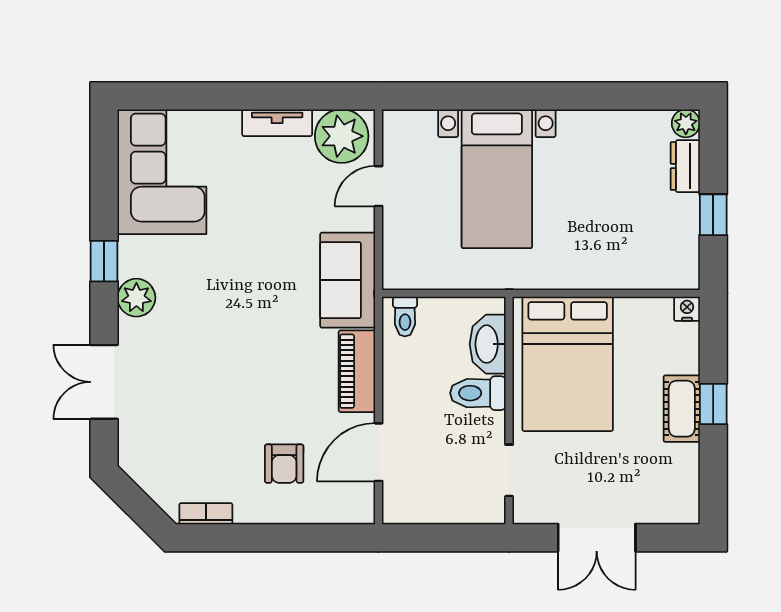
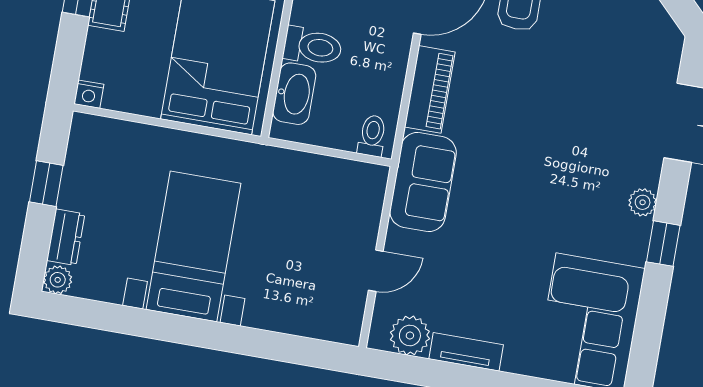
plant: (342, 136) -> (410, 335), width x0.73, depth x0.73
bed with nightstands: (497, 179) -> (193, 246), moved
plant: (136, 298) -> (643, 202), width x0.73, depth x0.73

